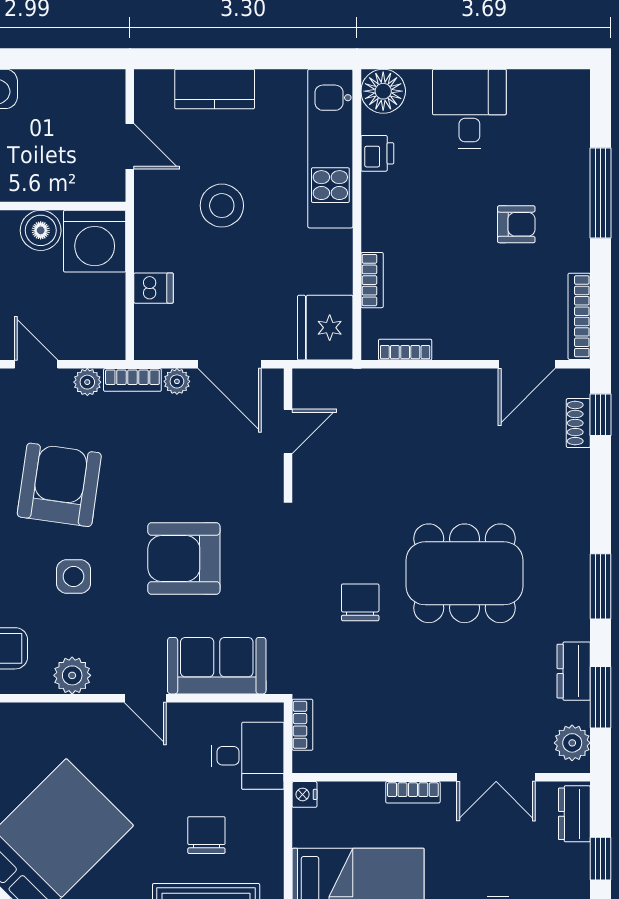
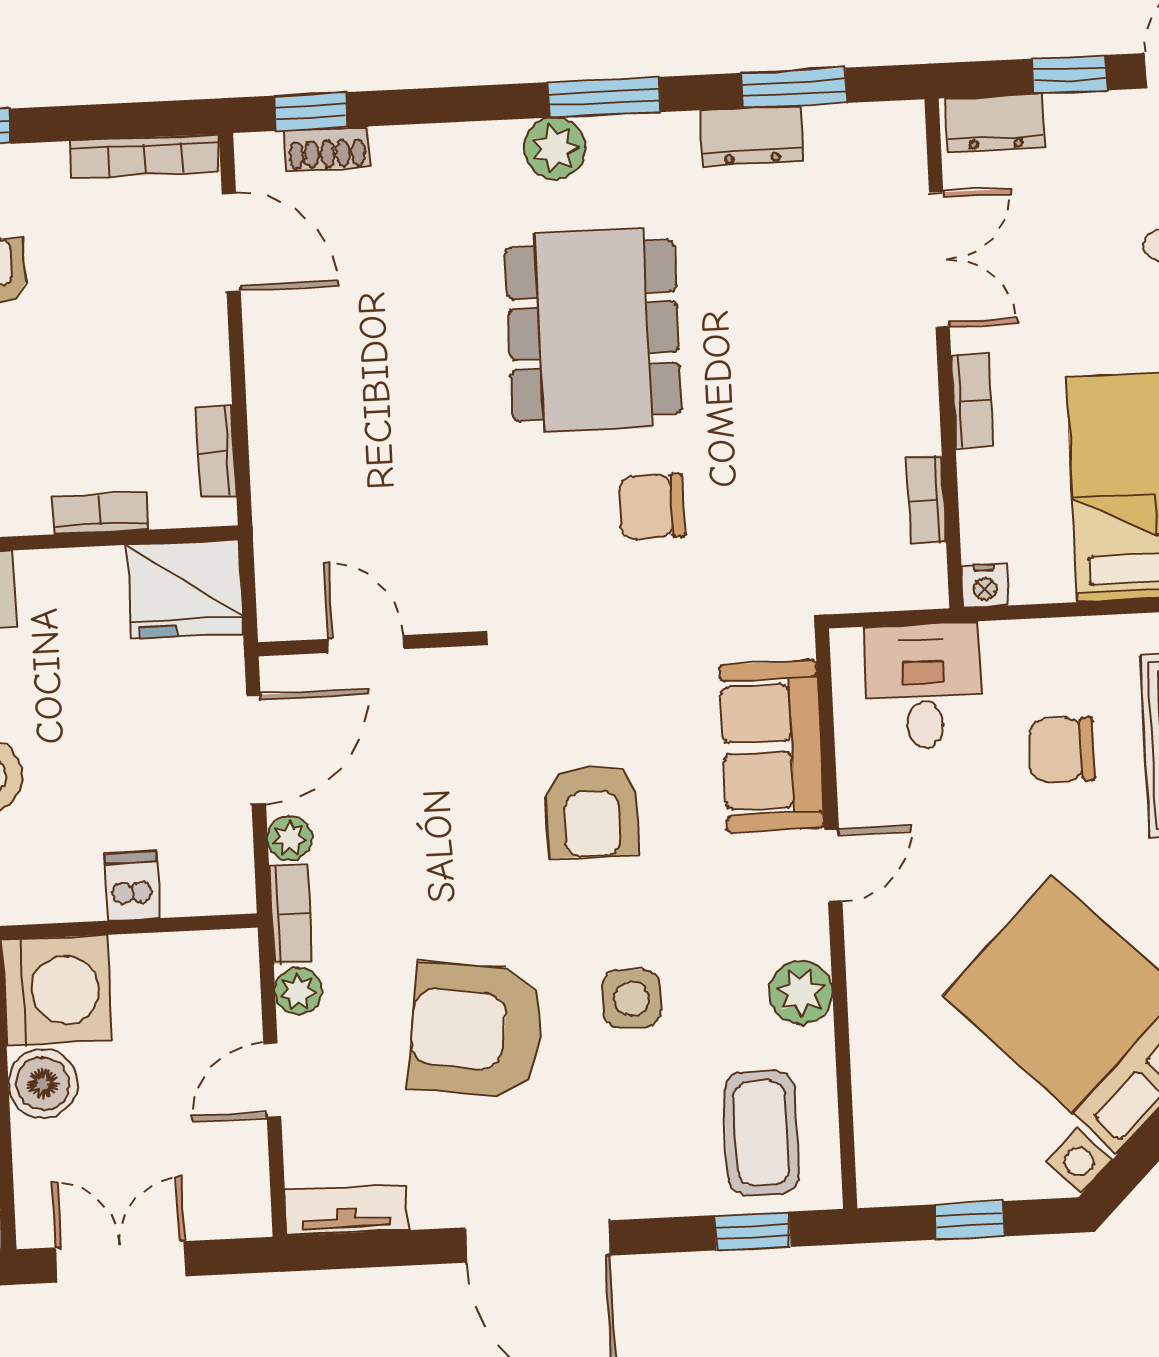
armchair: (184, 558) -> (592, 811), width x0.73, depth x0.73
bookcase: (302, 725) -> (927, 500), moved, turned -90
plant: (572, 743) -> (555, 148), moved

